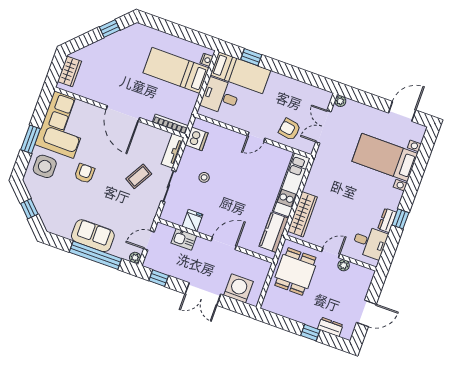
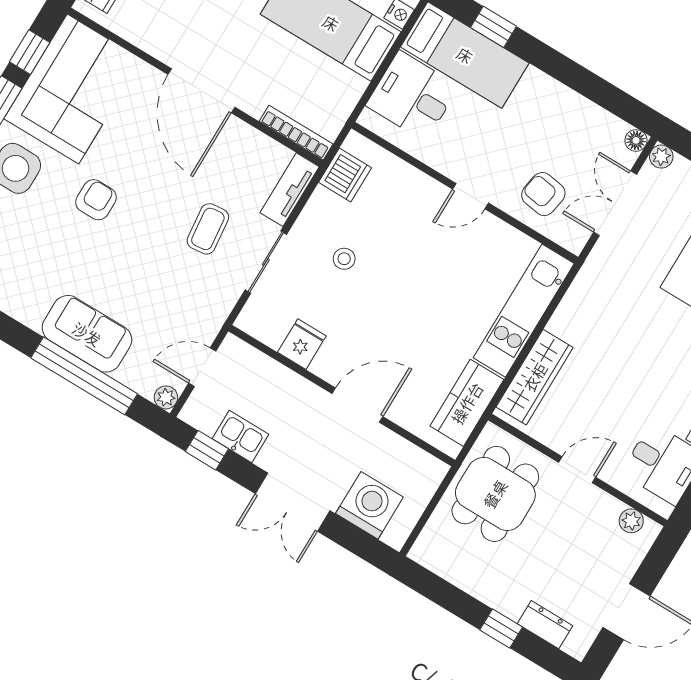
floor lamp: (327, 96) -> (636, 140), added
window: (40, 112) -> (30, 52), added
coffee table: (139, 176) -> (208, 229), turned -36
kitchen sink: (184, 239) -> (241, 437), moved, turned 180
plant: (344, 265) -> (631, 521), moved

